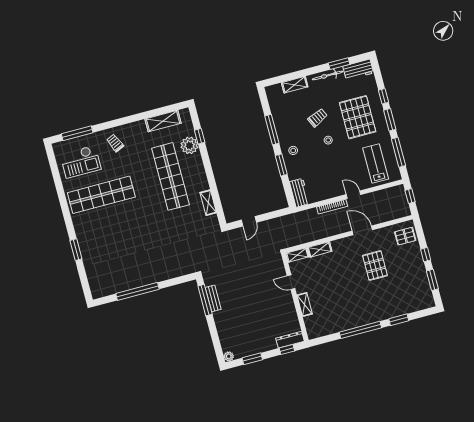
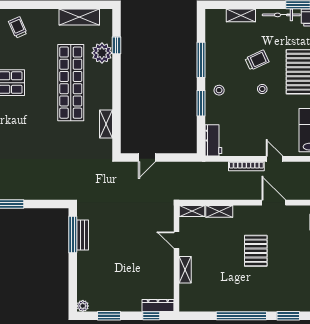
pallet: (375, 266) -> (256, 251), moved

